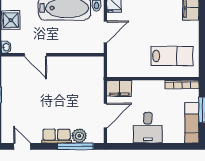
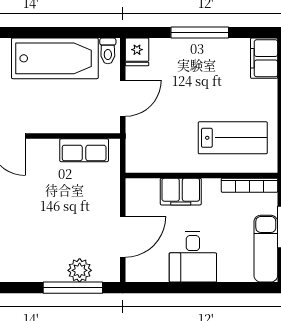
filing cabinet: (119, 88) -> (181, 192), moved
row of seats: (56, 136) -> (84, 150), moved, turned 180

